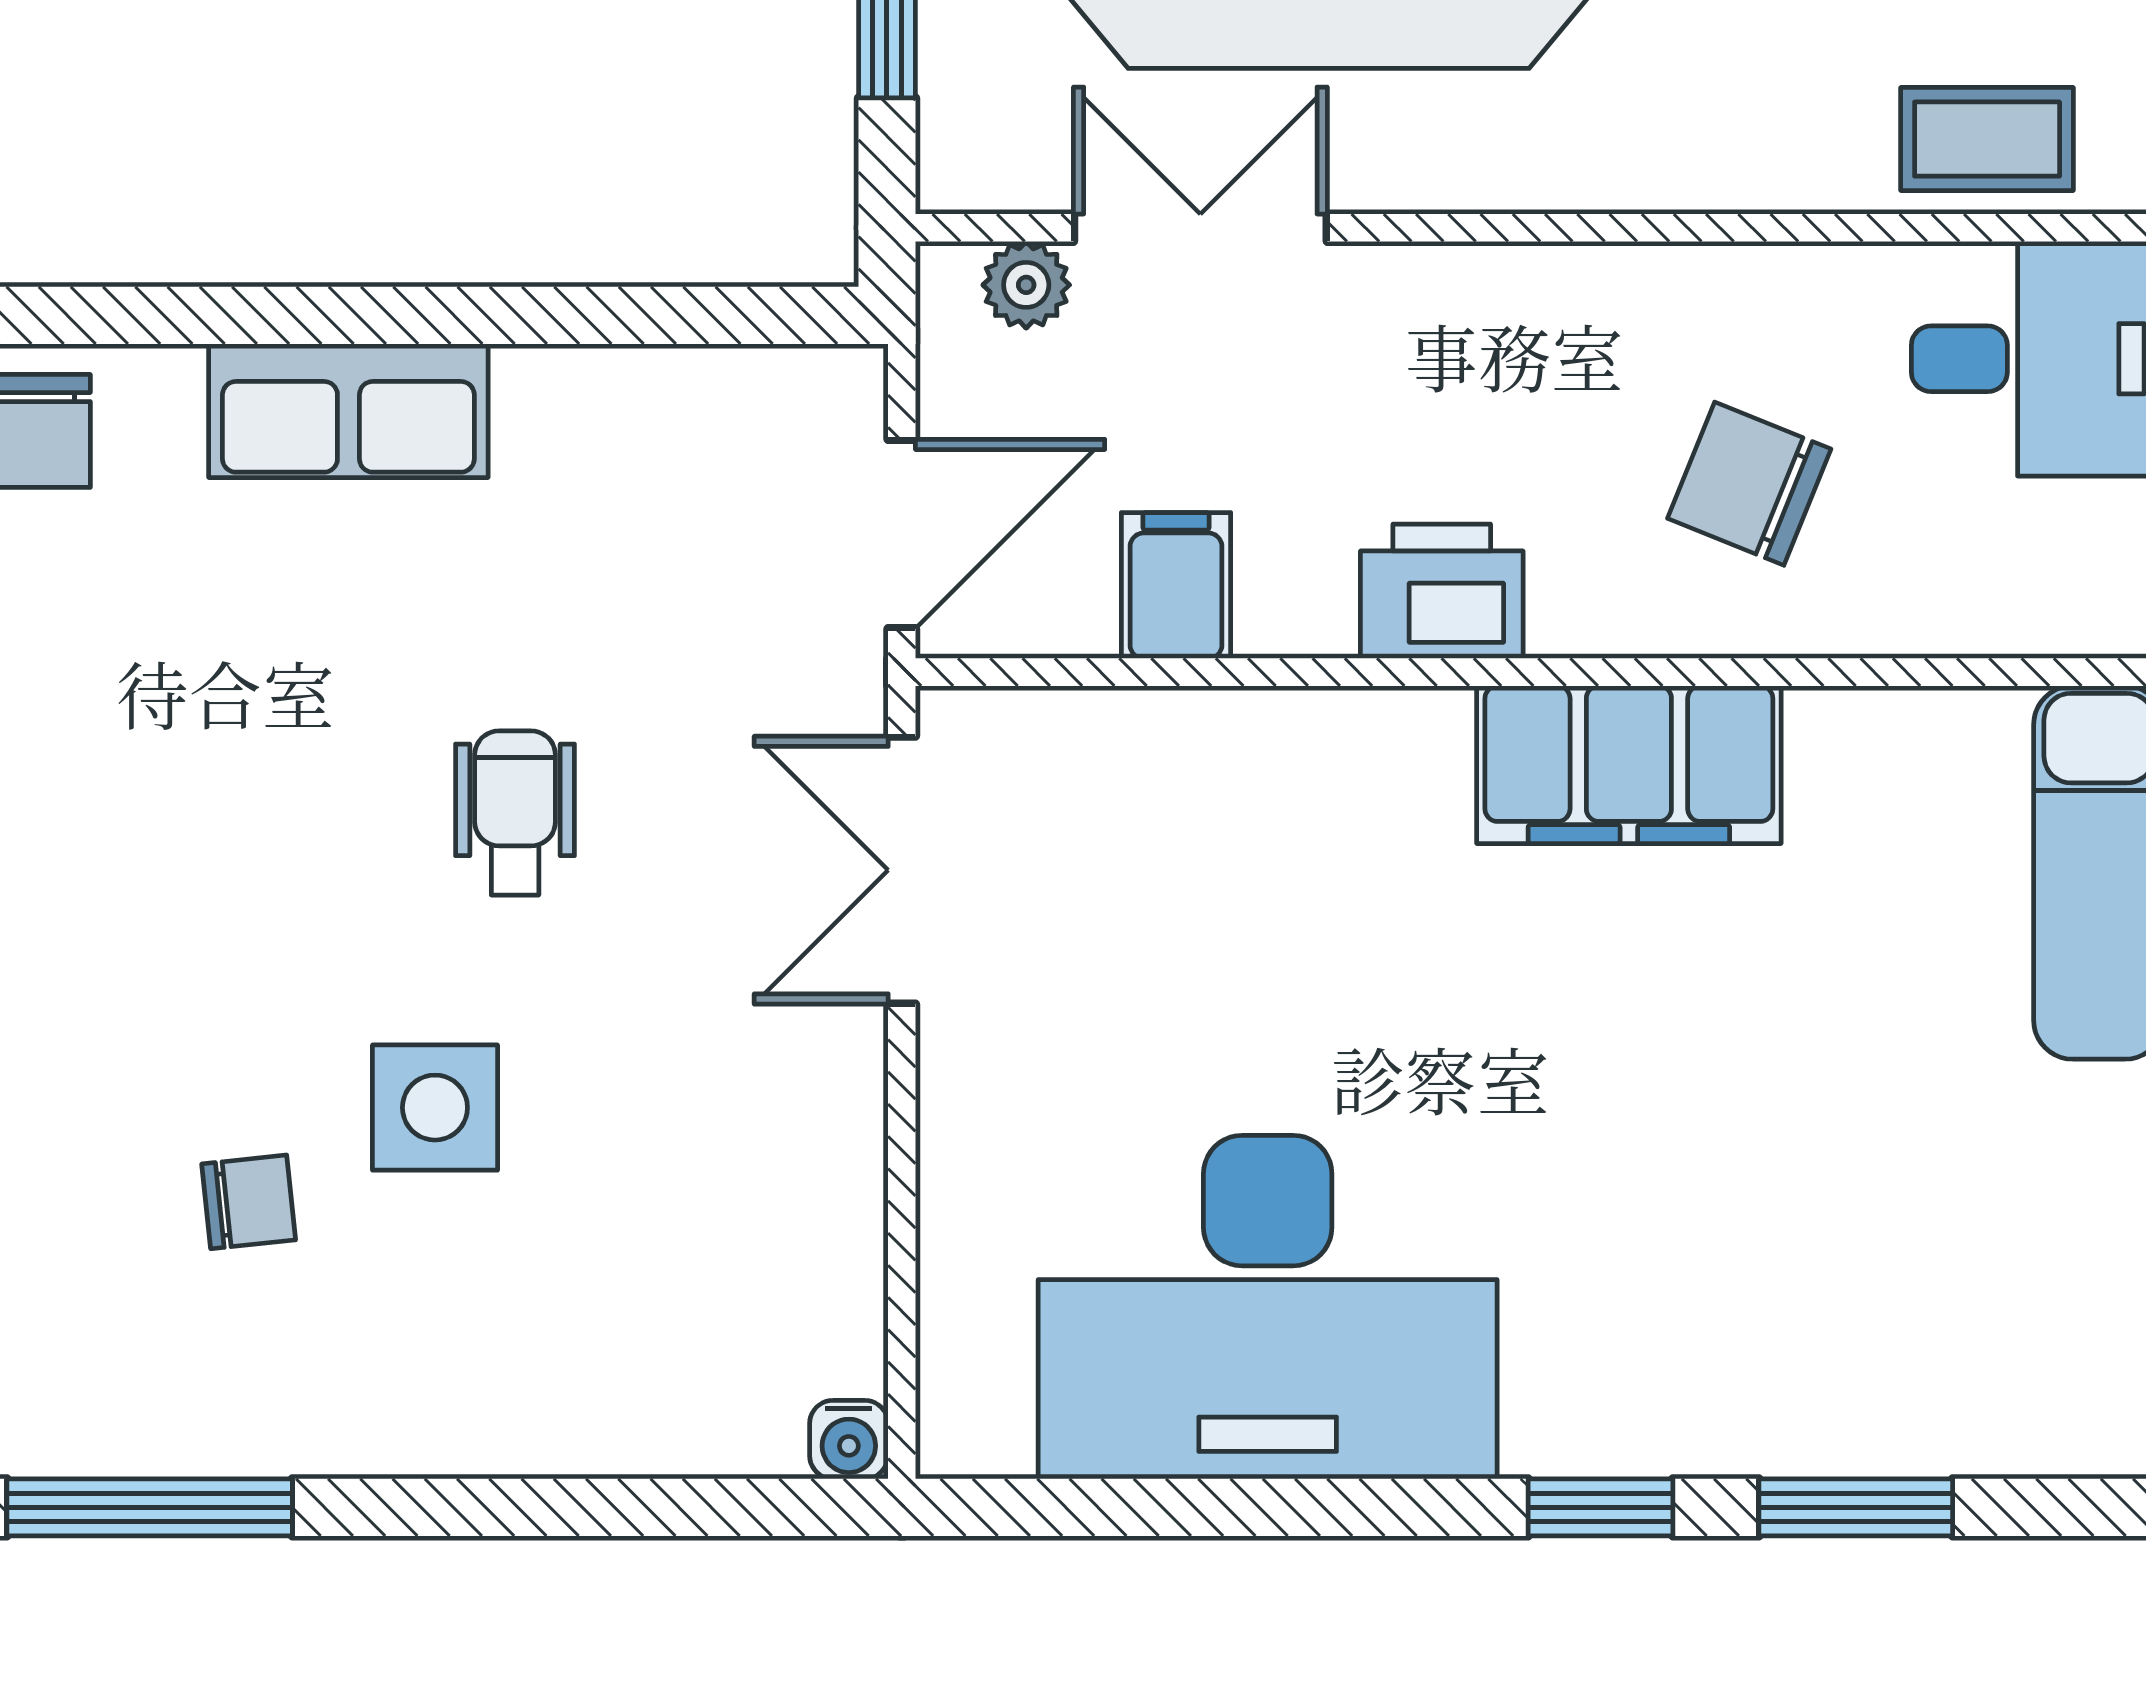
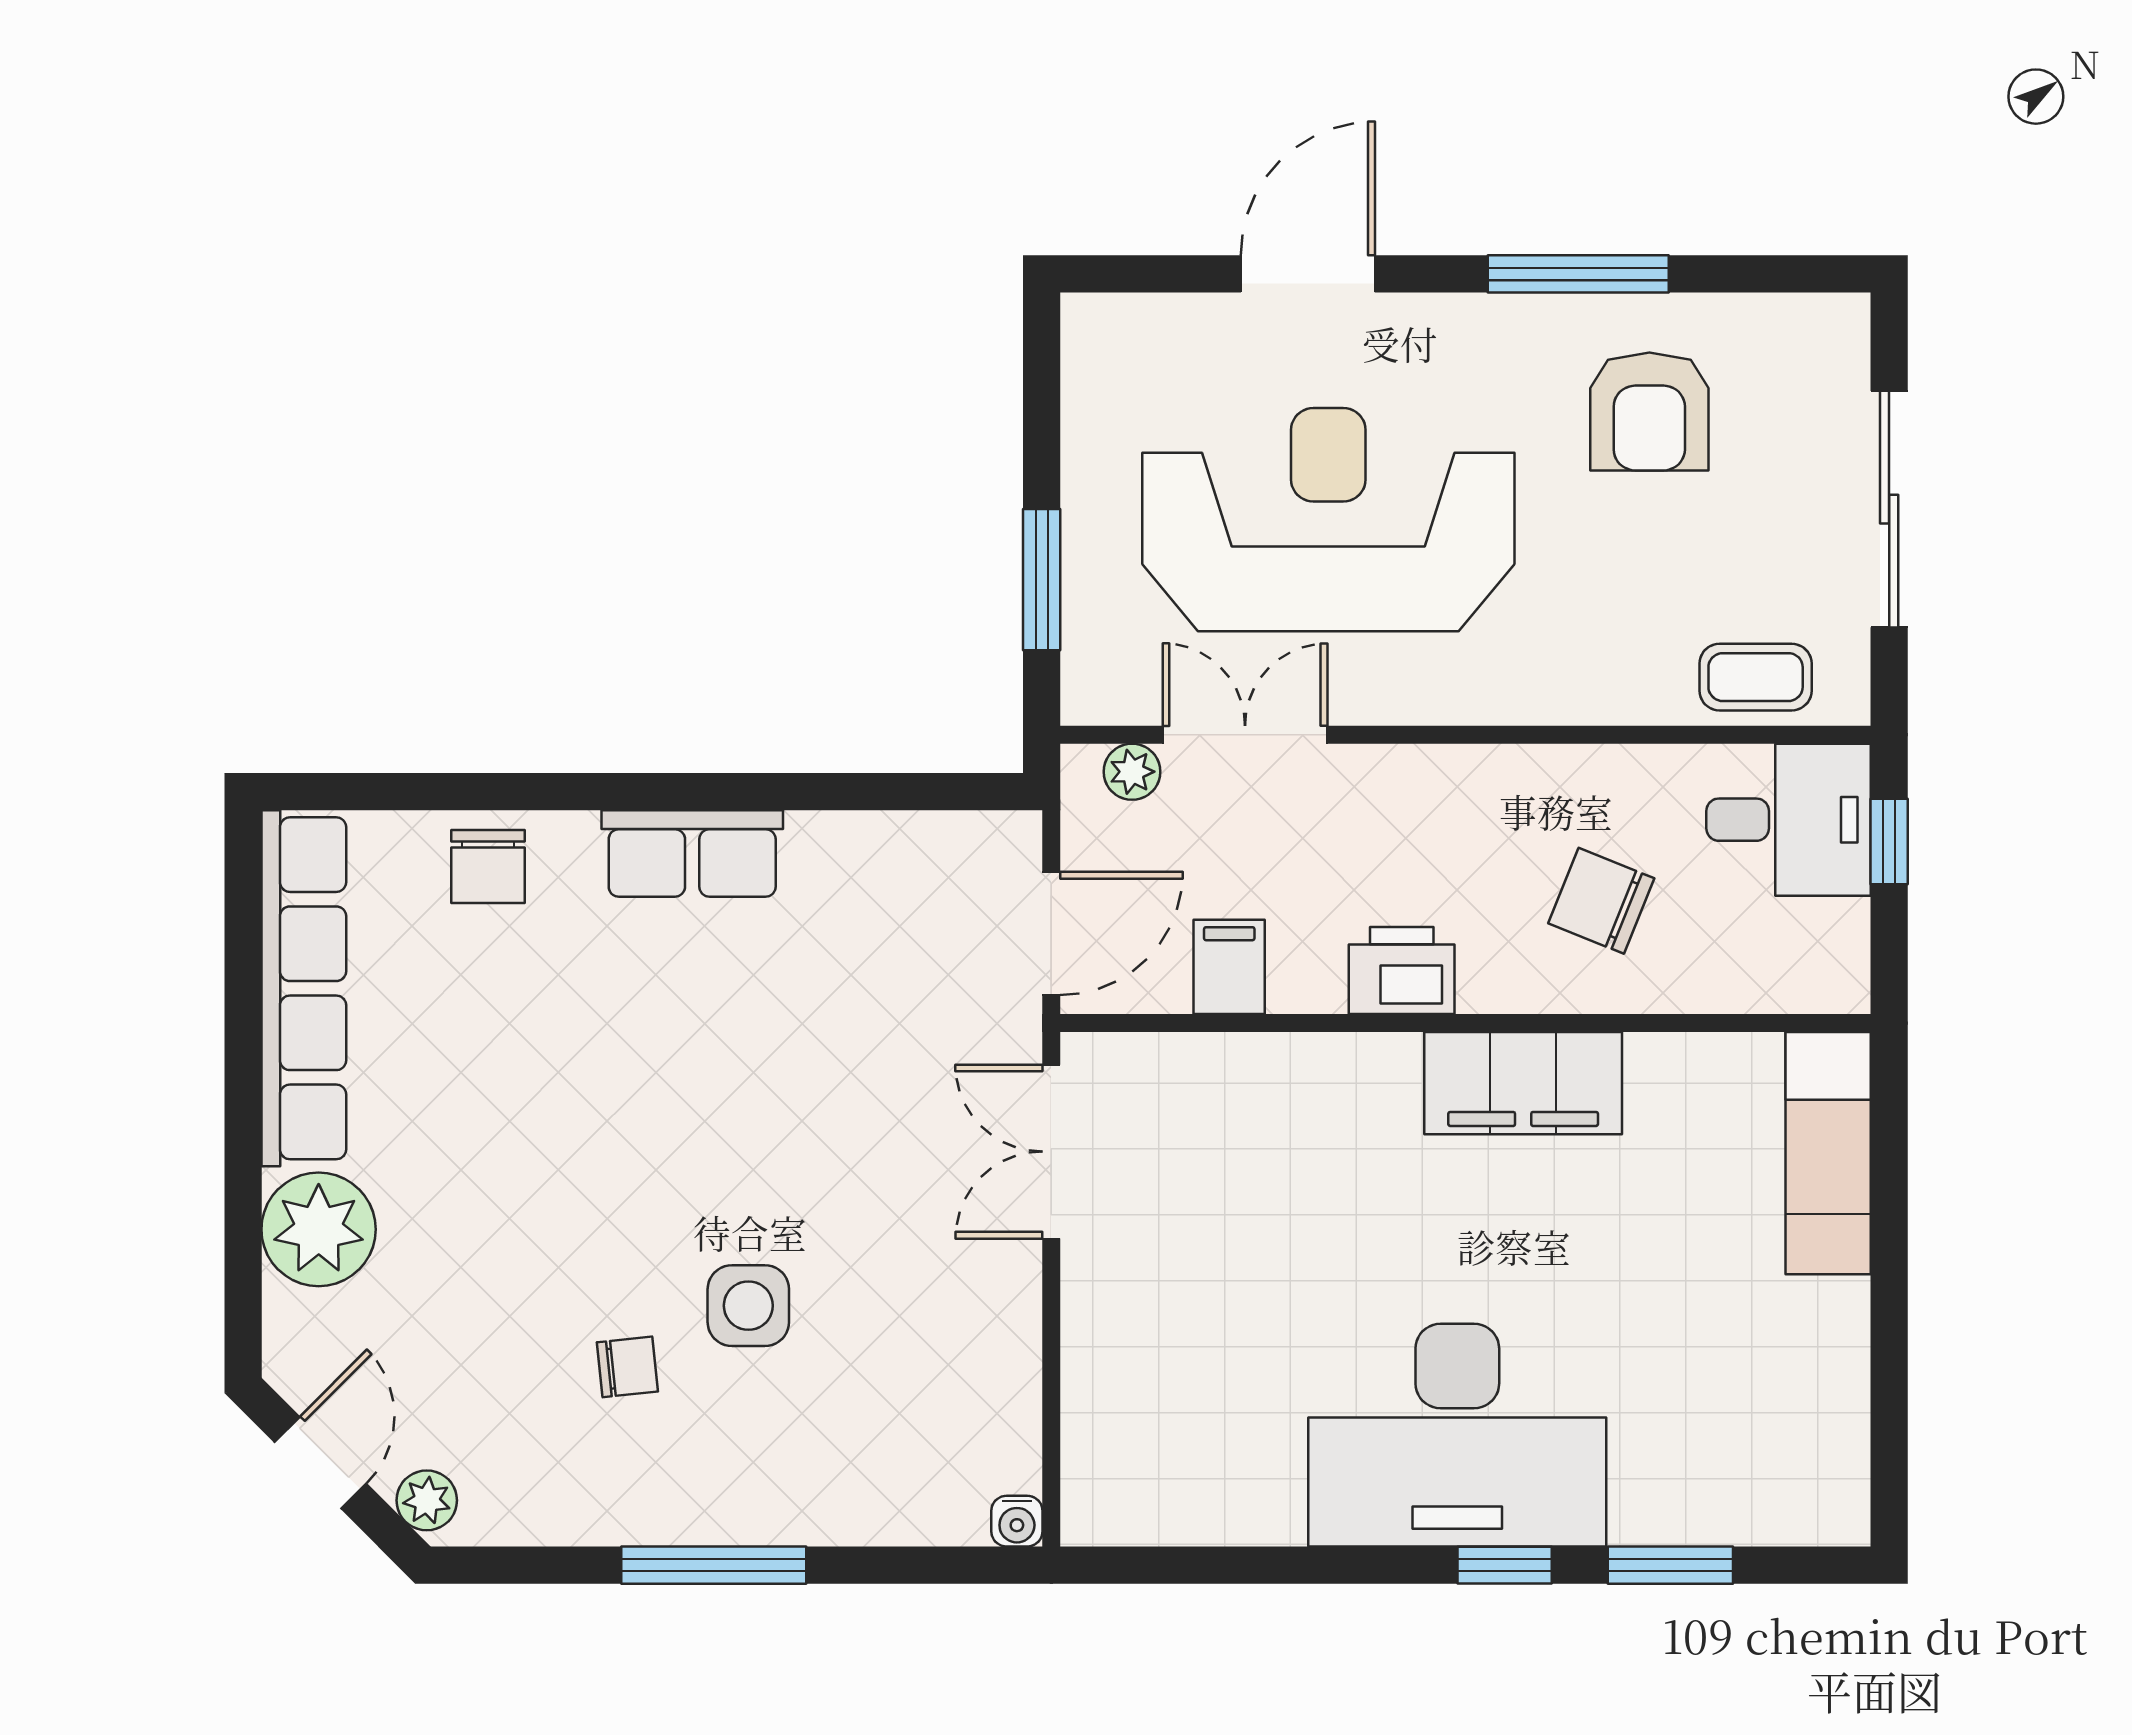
wheelchair: (515, 813) -> (800, 1114), removed
desk: (1268, 1307) -> (1457, 1435), moved
window: (150, 1507) -> (714, 1565), moved

